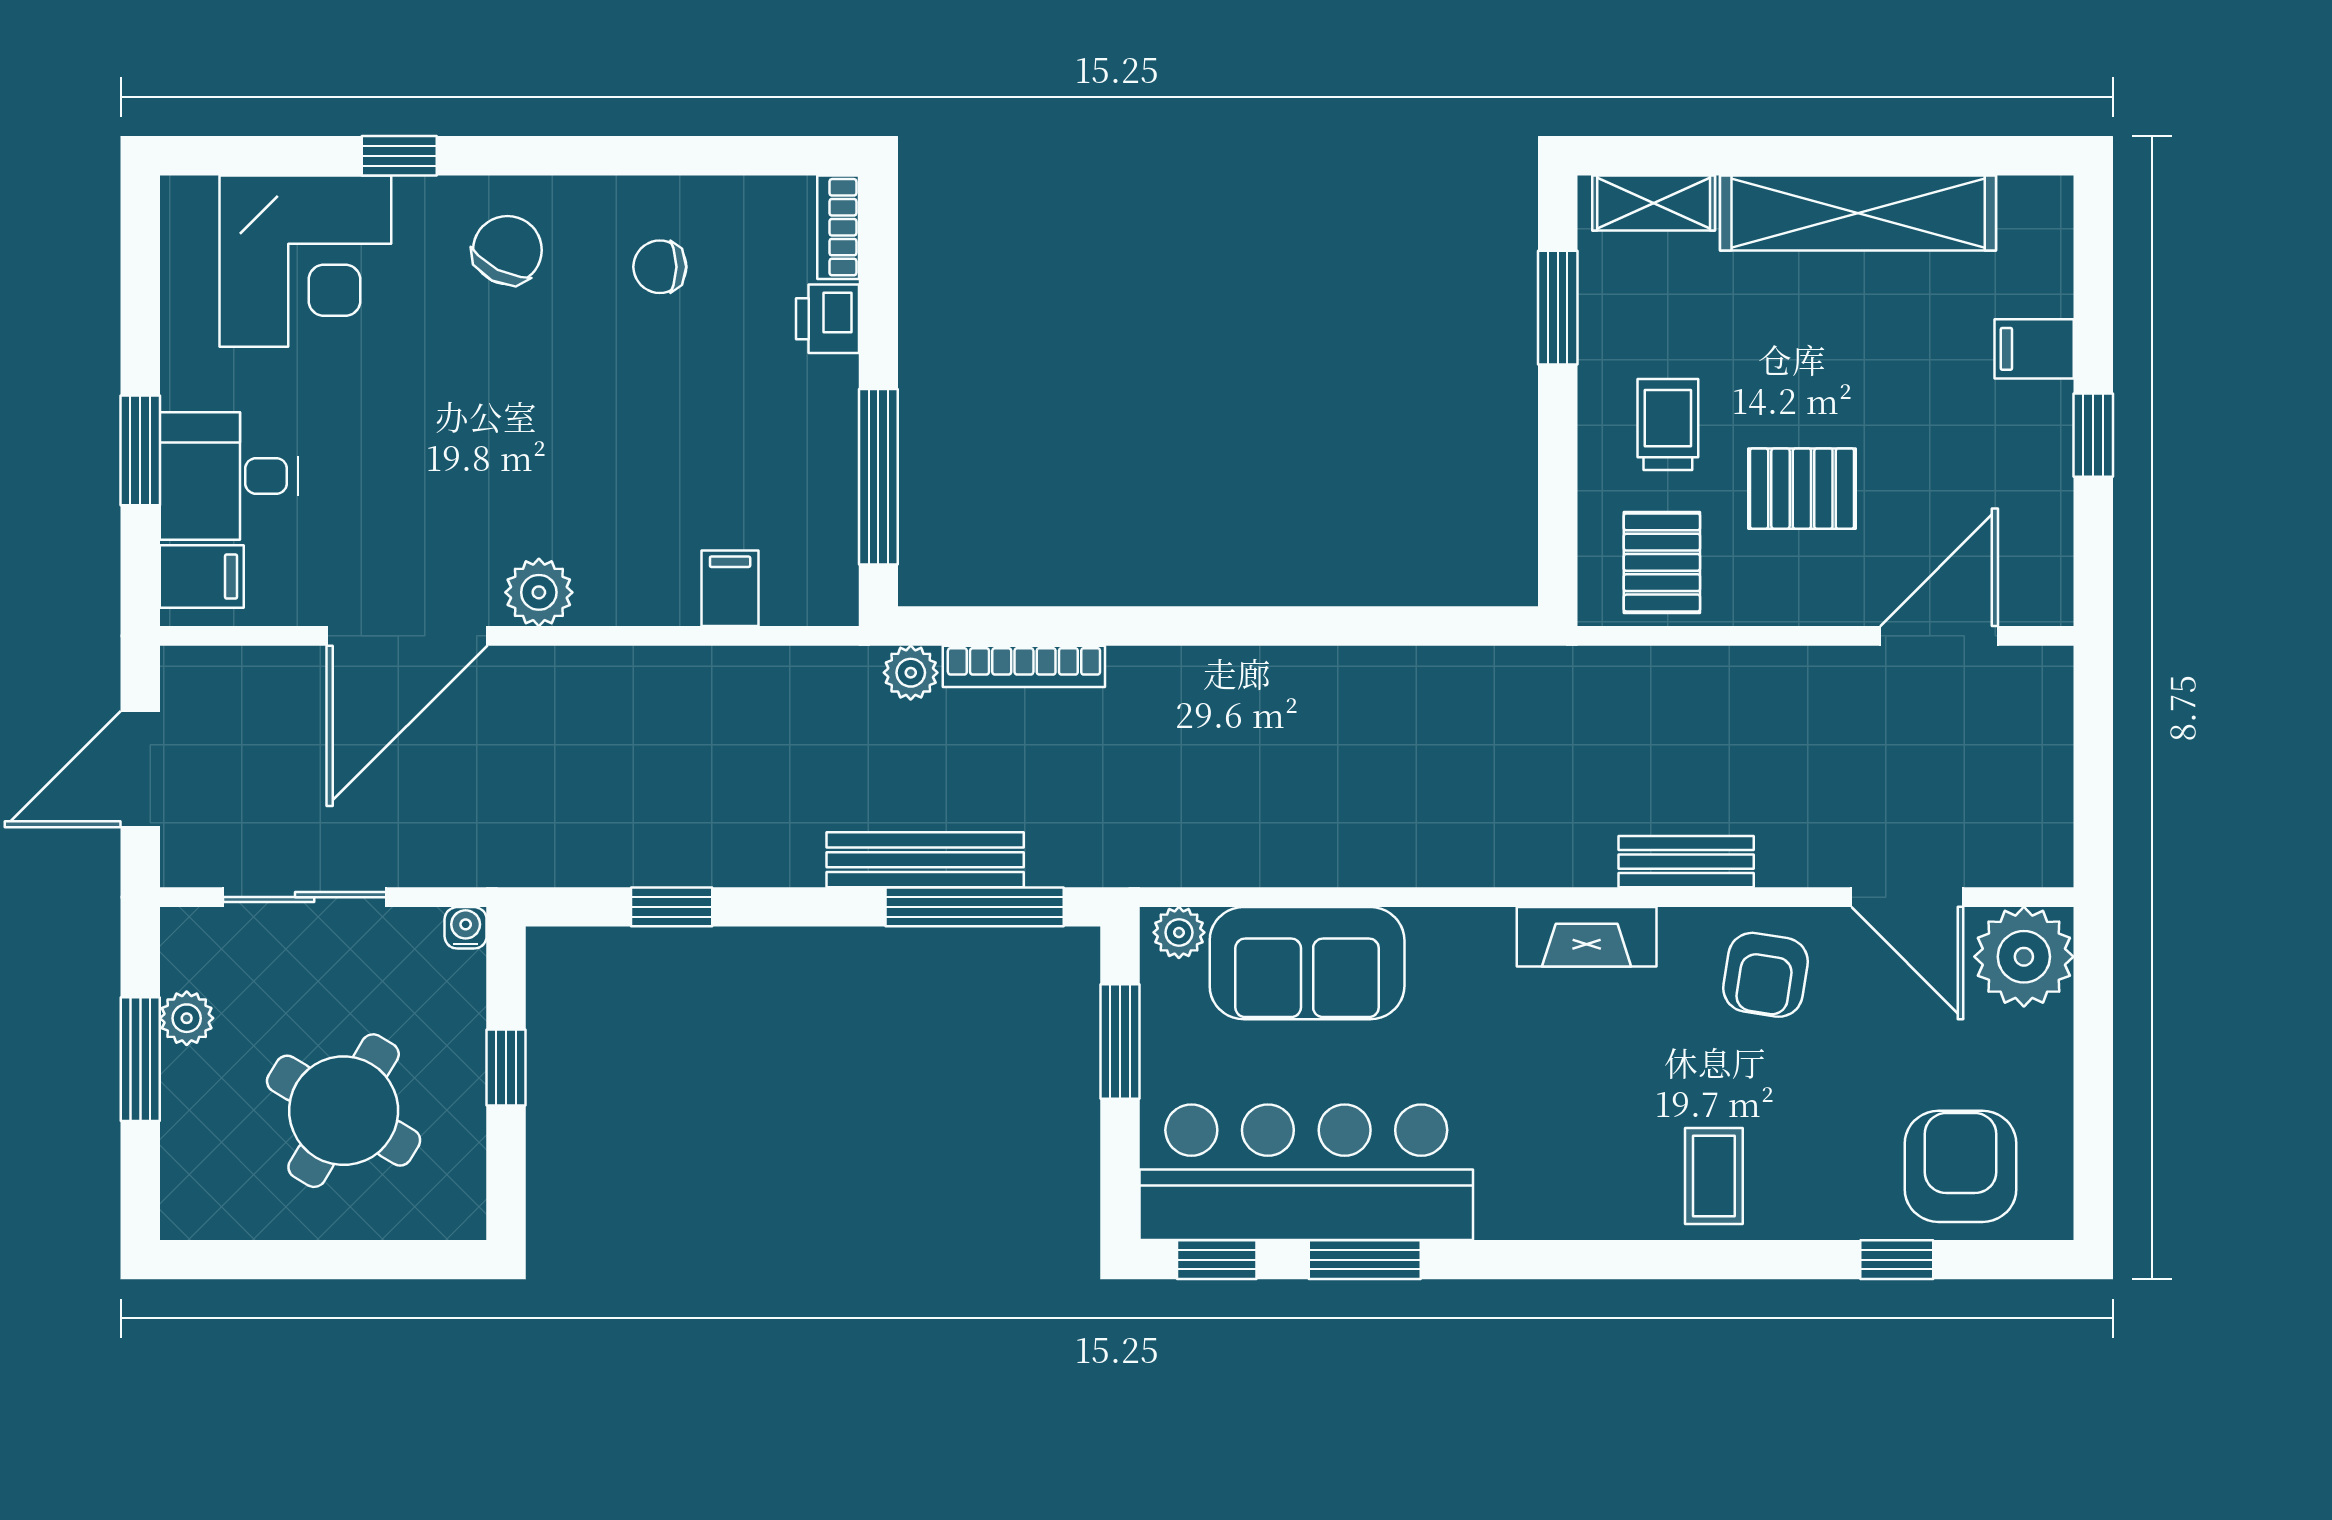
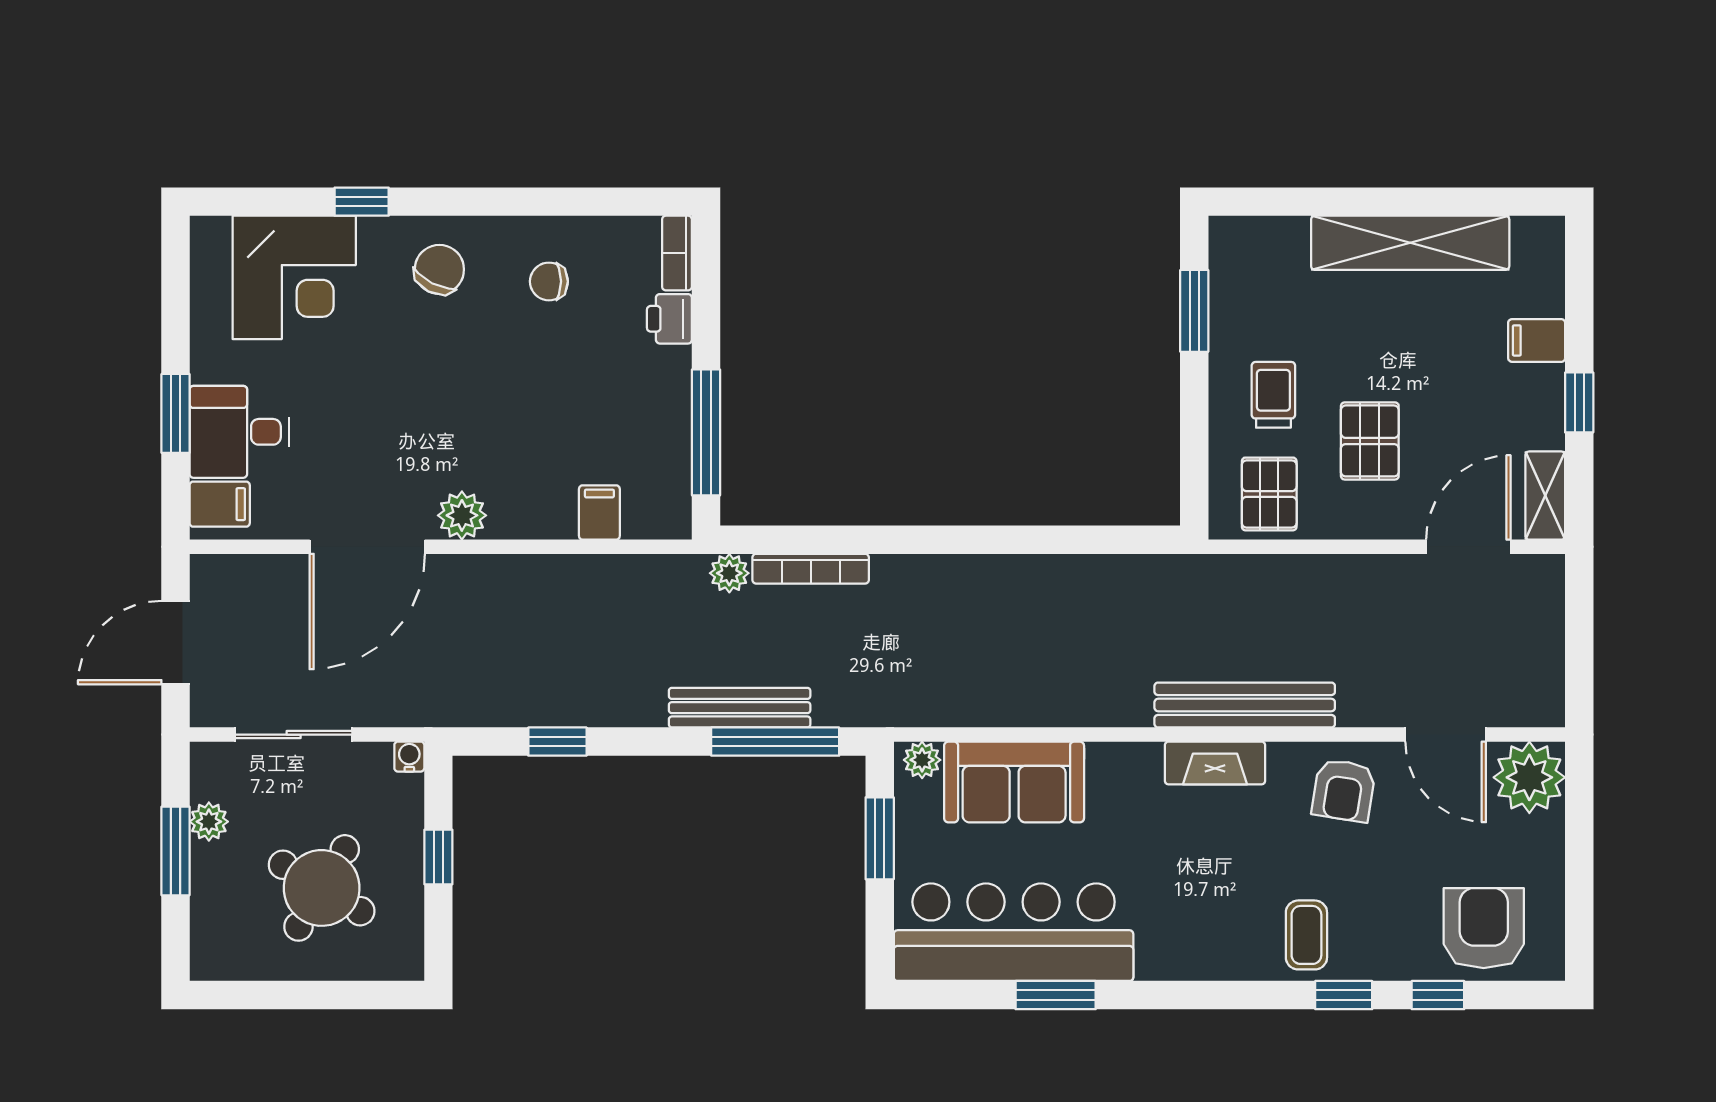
shelving: (1654, 203) -> (1545, 496), moved, turned 90
pallet: (1802, 489) -> (1370, 441), turned 90
bench: (1686, 862) -> (1245, 705), width x1.86, depth x1.21
window: (1217, 1260) -> (1344, 995), moved

